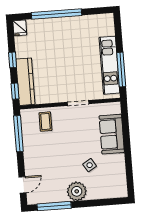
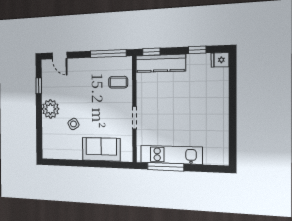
window: (57, 14) -> (233, 102), removed
window: (13, 60) -> (197, 50), moved
window: (54, 206) -> (39, 86), width x0.46

